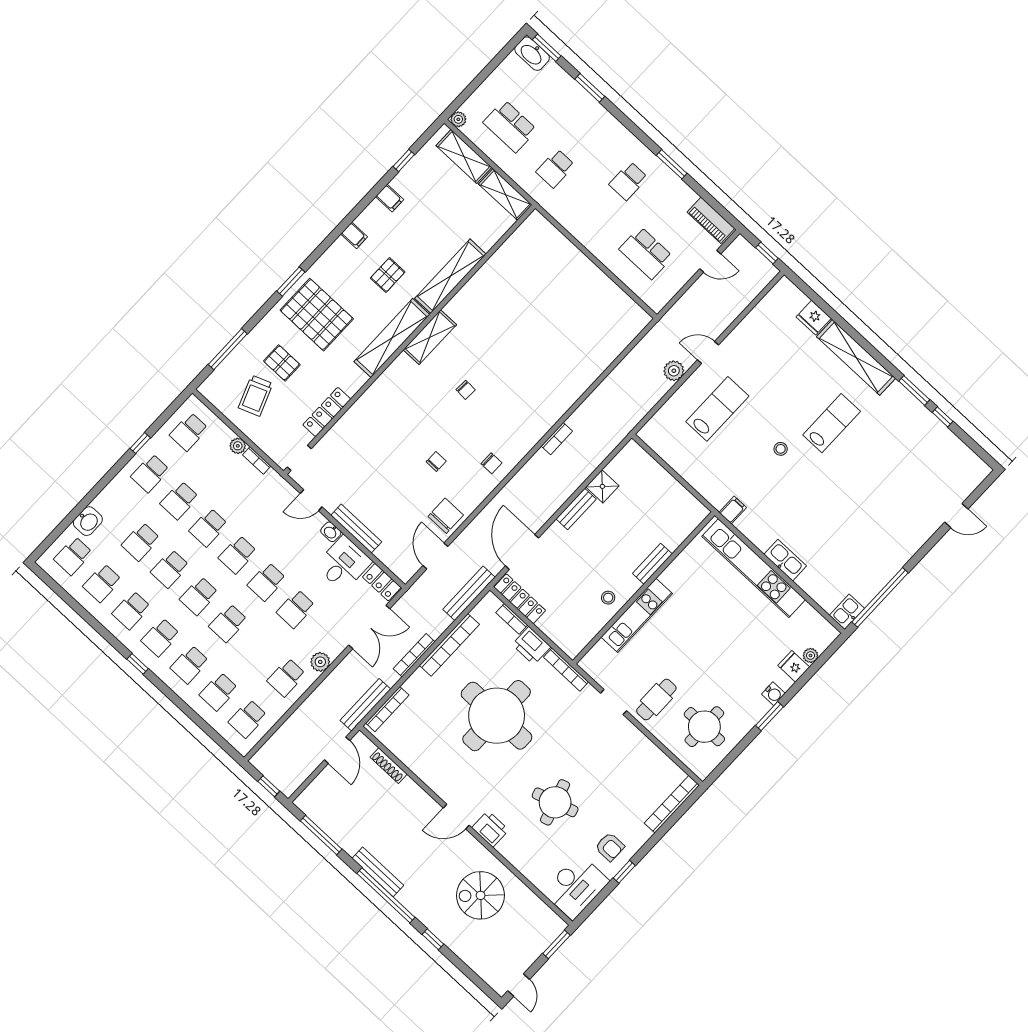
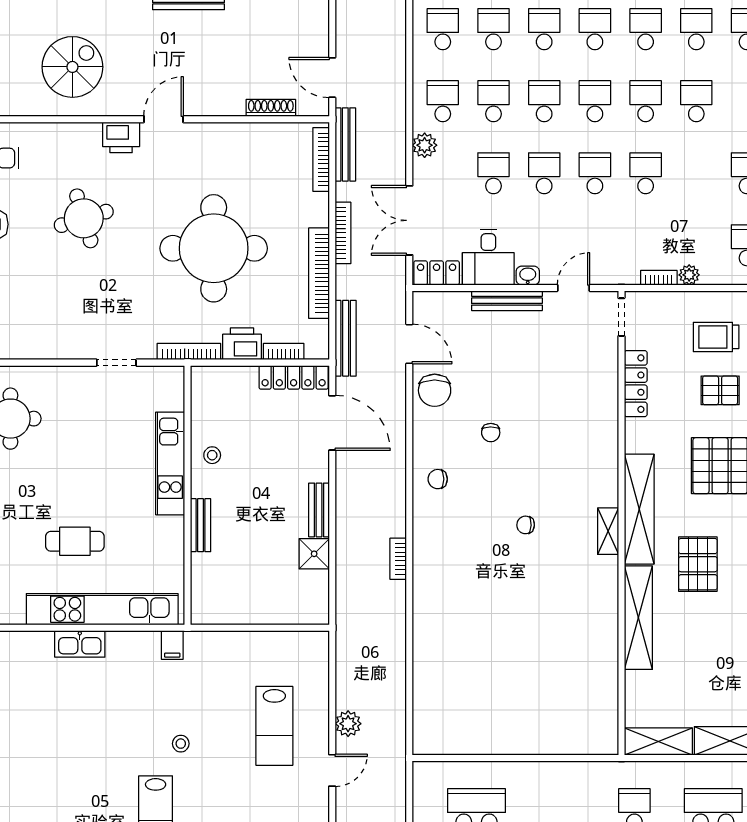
pallet: (388, 275) -> (698, 564), width x1.50, depth x1.42
shelving: (430, 337) -> (608, 531), width x0.67, depth x0.75
trolley: (256, 396) -> (716, 337), turned -69
school desk: (179, 500) -> (493, 101), moved
cafe table: (656, 700) -> (75, 541), moved, turned 90

